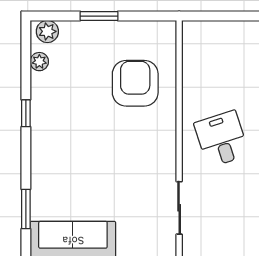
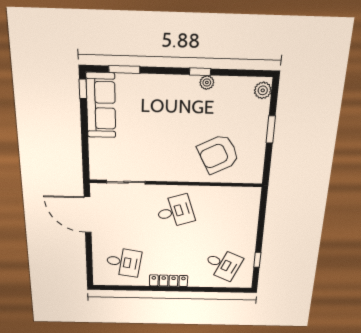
plant: (39, 62) -> (207, 82), moved
armchair: (135, 83) -> (218, 154), turned 153

